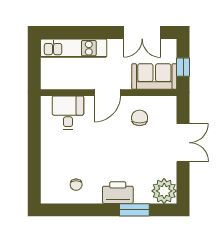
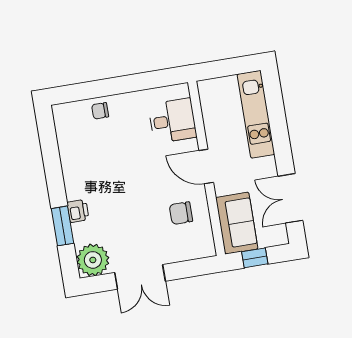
chair: (140, 118) -> (181, 213), turned 180
double door: (183, 143) -> (140, 277), moved
chair: (76, 185) -> (100, 111), moved
printer: (118, 193) -> (78, 211), width x0.53, depth x0.68

